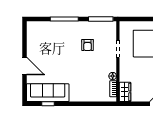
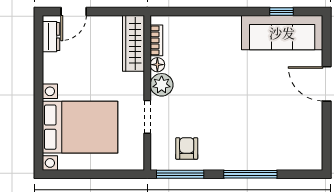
armchair: (88, 45) -> (187, 148), moved
plant: (110, 66) -> (162, 85), added
wardrobe: (125, 92) -> (133, 43), width x1.50

